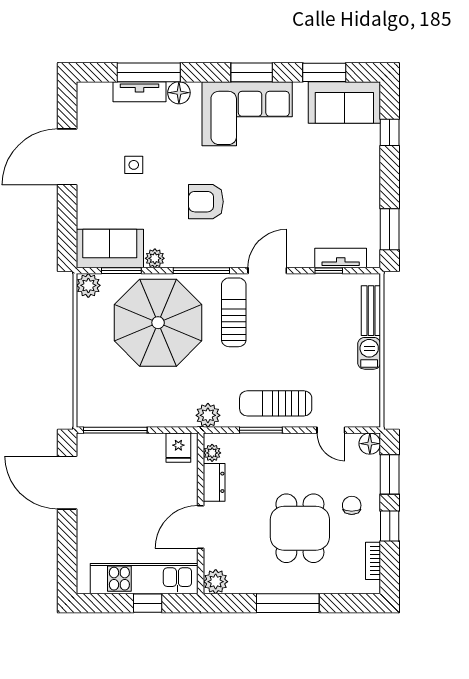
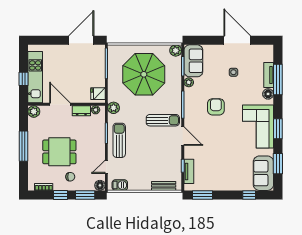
parasol: (158, 323) -> (144, 74), moved
barbecue: (369, 353) -> (120, 185), moved

